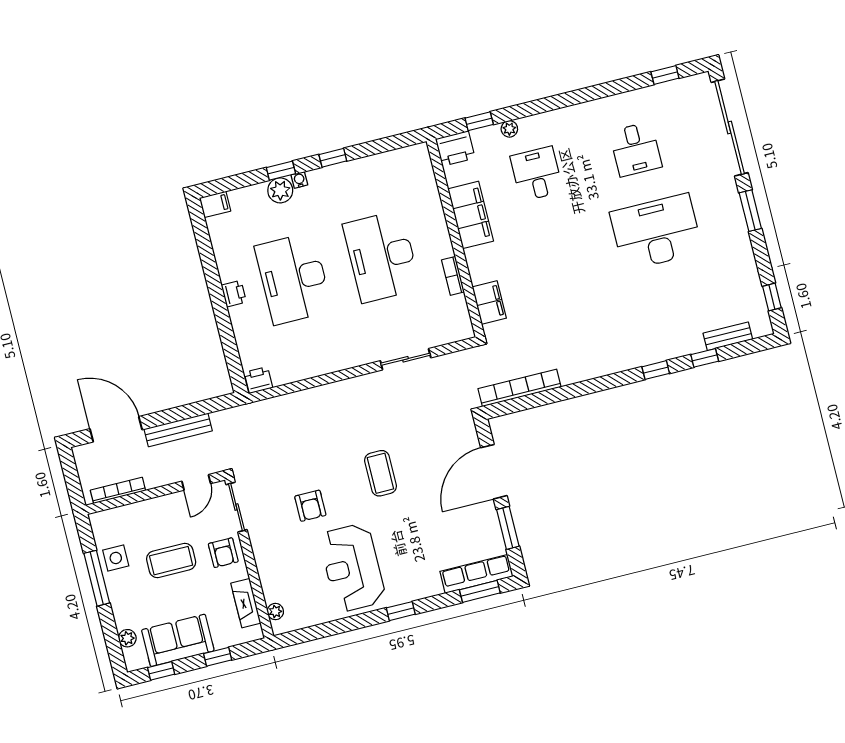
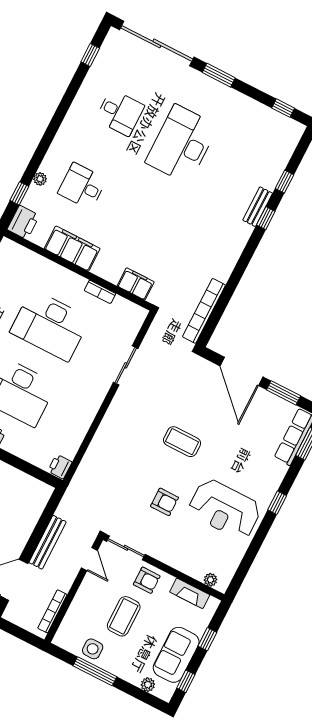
bench: (728, 336) -> (258, 207), moved

